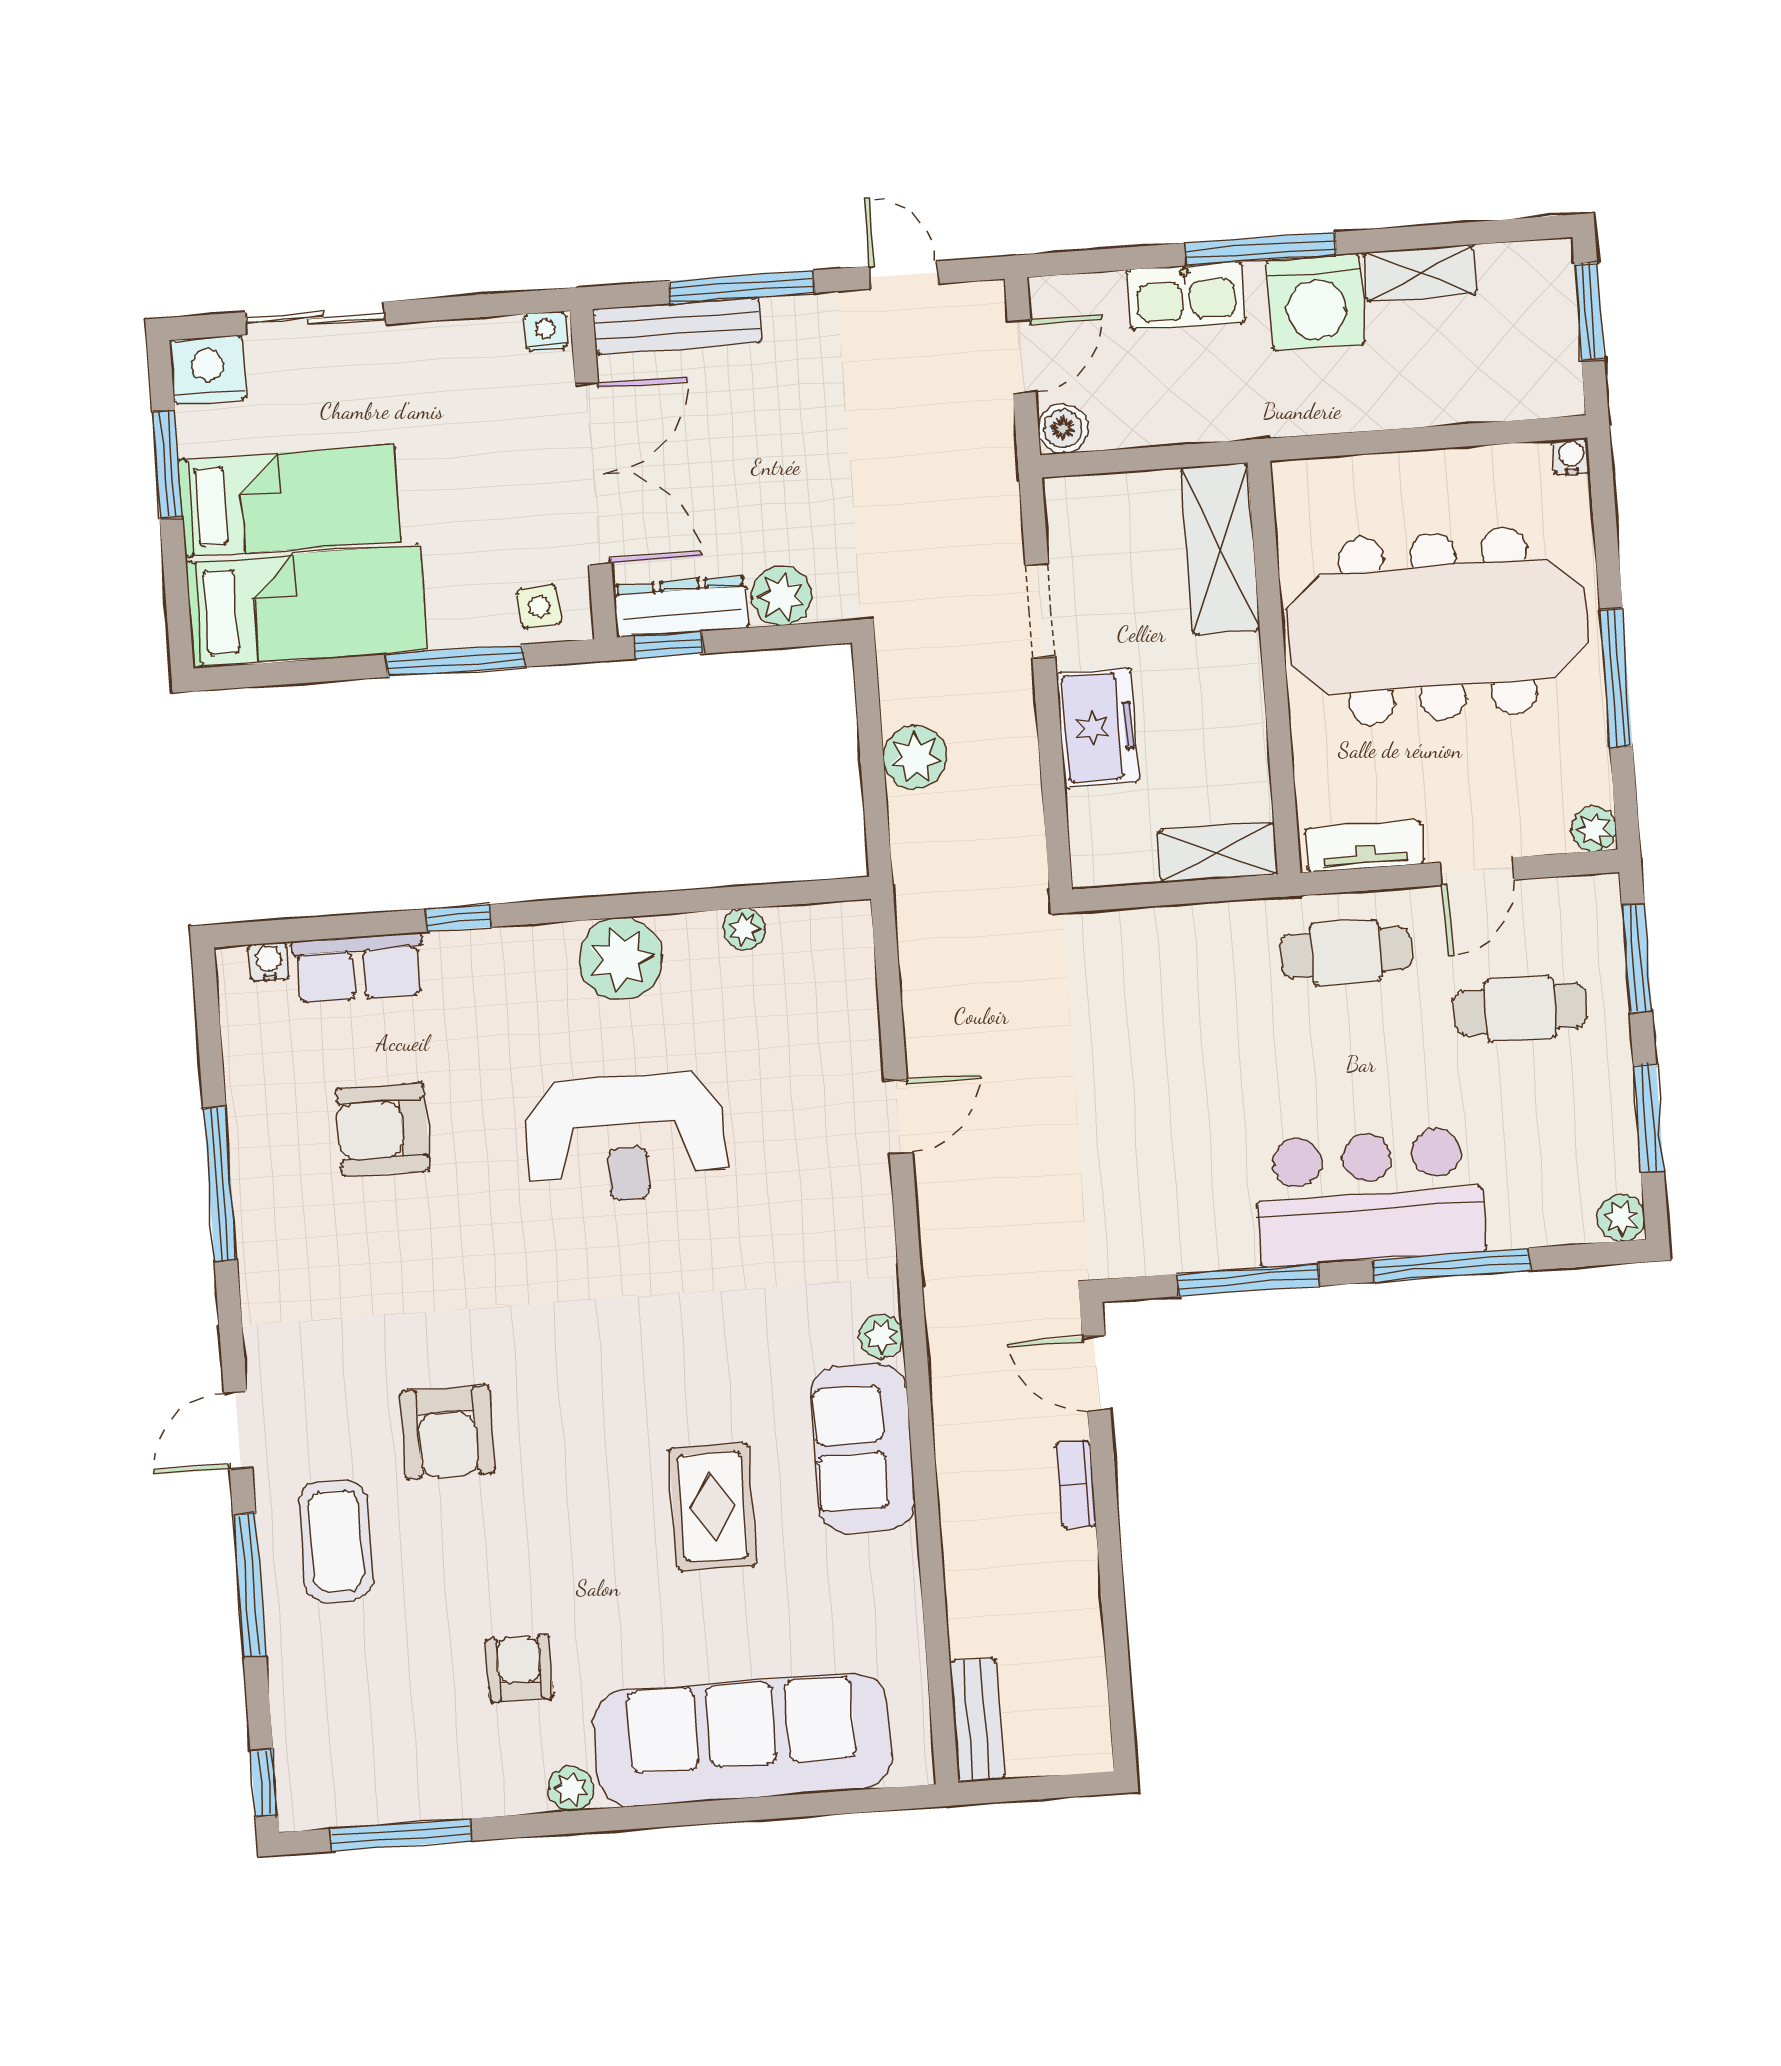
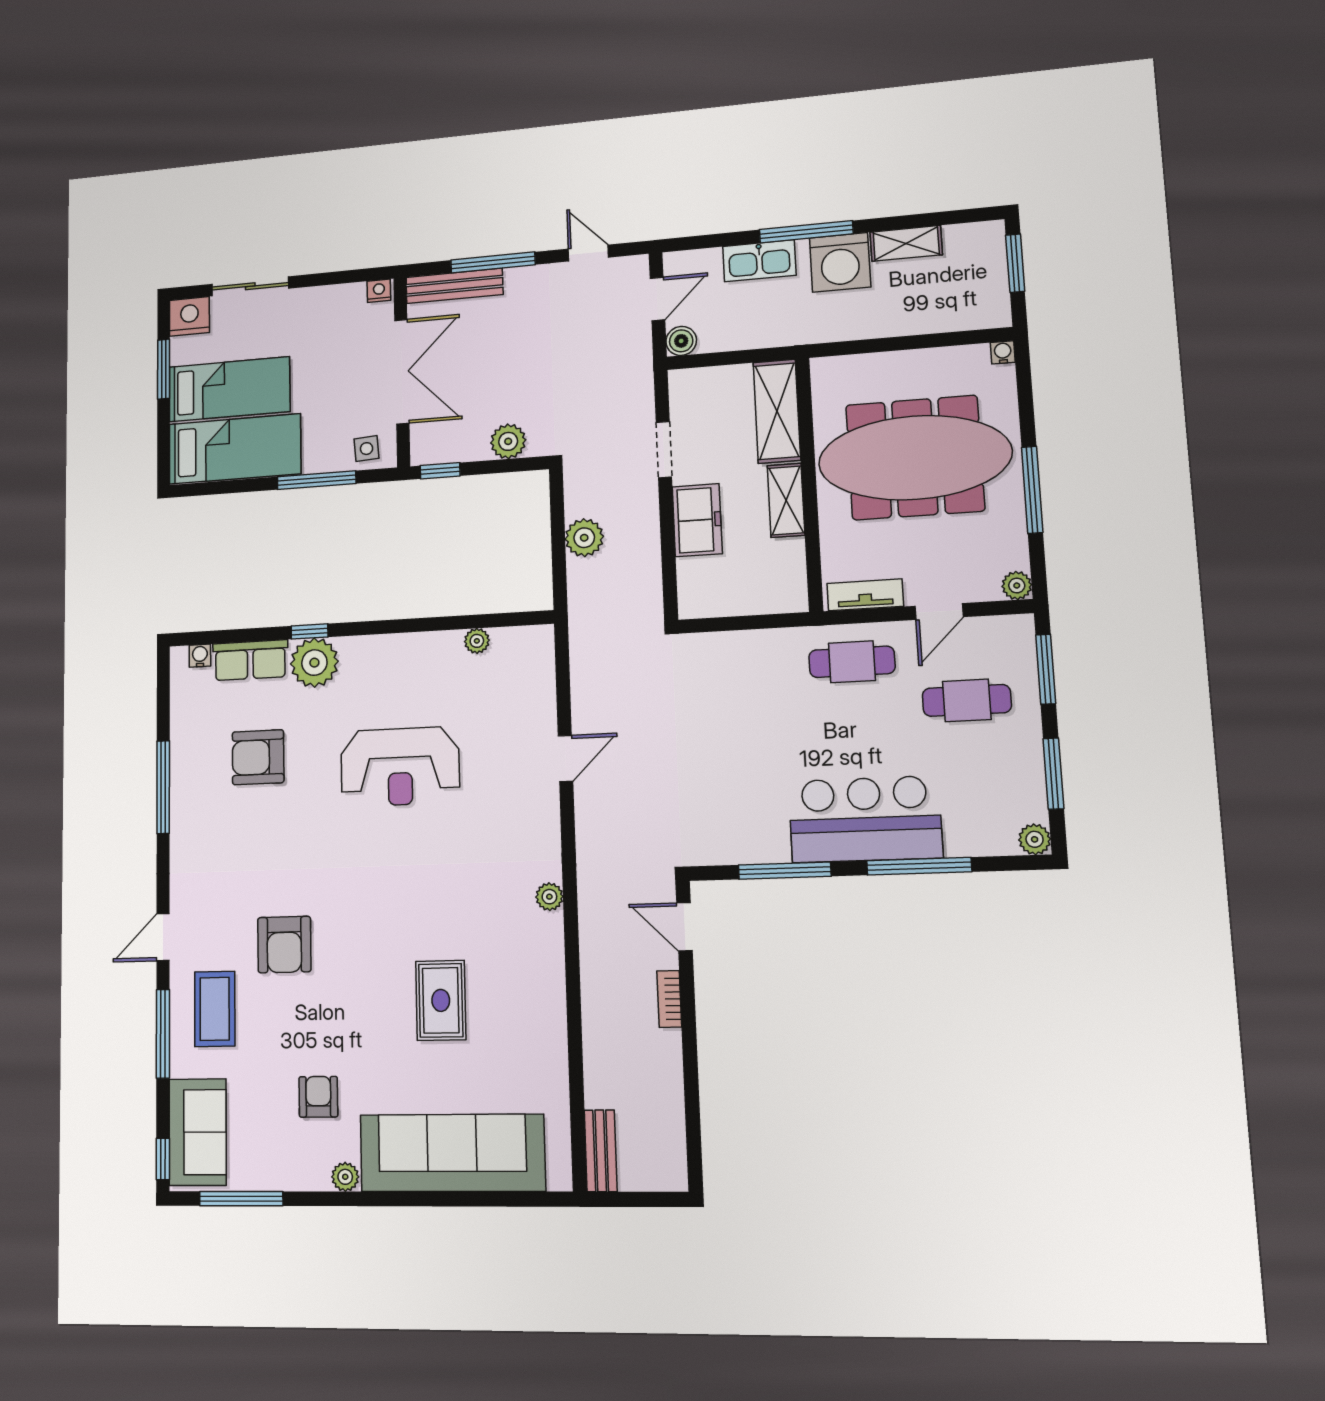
dresser: (681, 607) -> (449, 448), removed
shelving: (1217, 852) -> (786, 500), moved, turned 90
plant: (621, 959) -> (314, 663), moved
sofa: (863, 1448) -> (198, 1132), moved, turned 180

